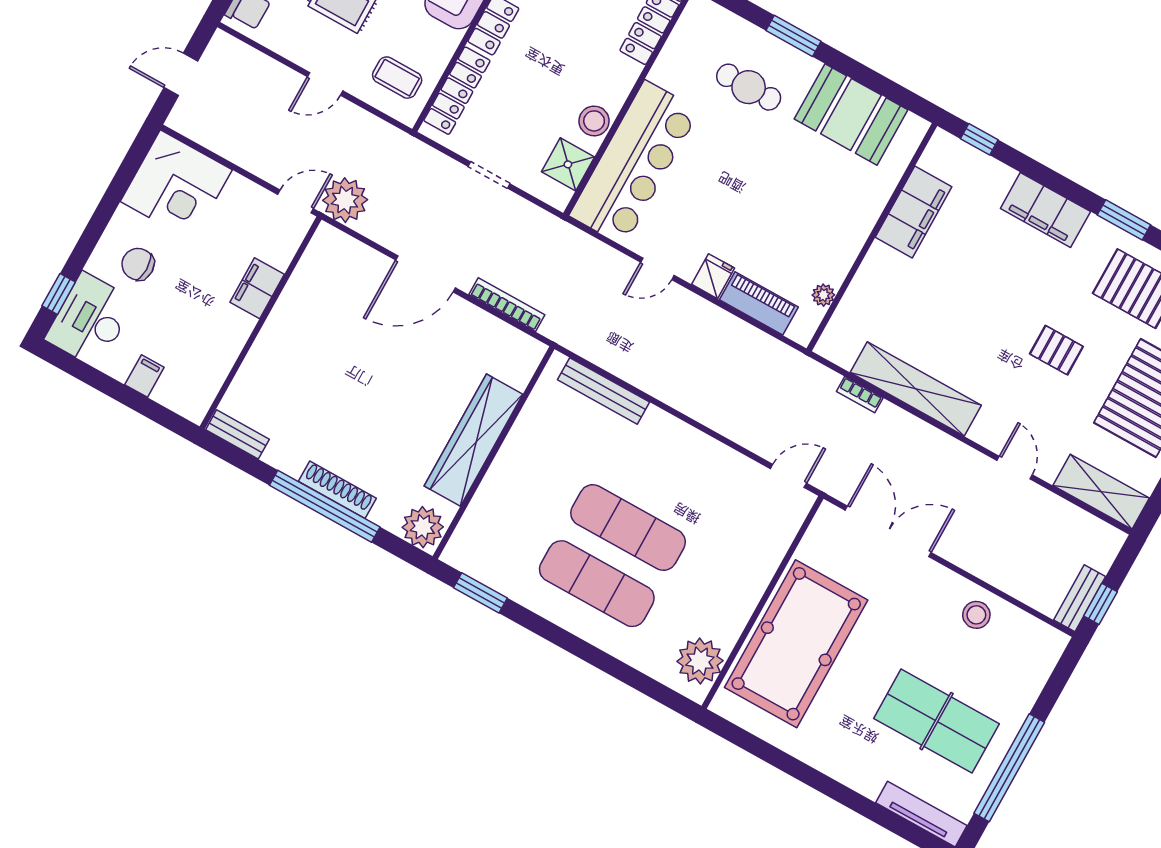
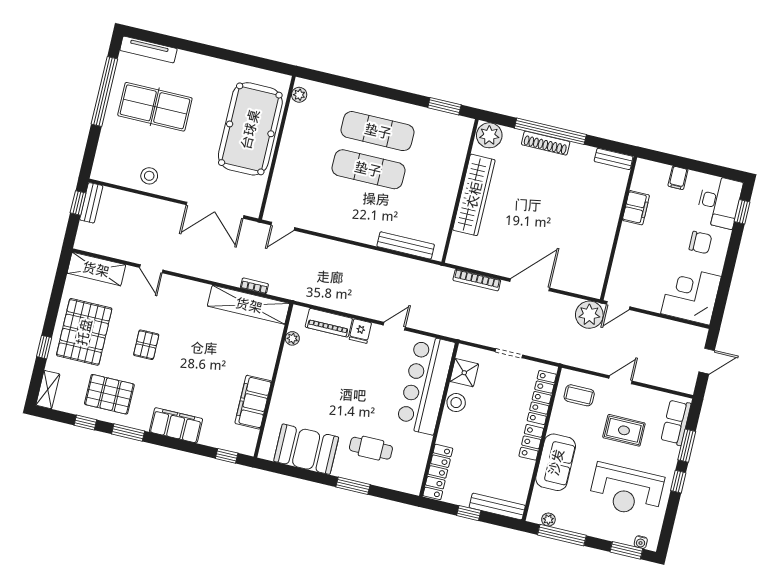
filing cabinet: (257, 288) -> (636, 208), moved
pallet: (1056, 350) -> (146, 345), turned 90
shelving: (916, 389) -> (249, 305), moved
plant: (700, 661) -> (299, 95), width x0.53, depth x0.53

